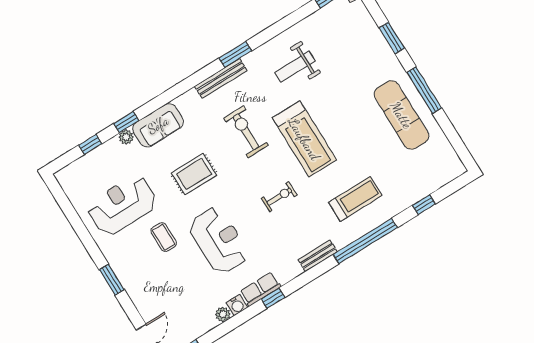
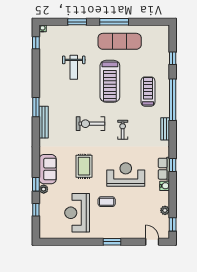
weight bench: (295, 67) -> (74, 67), moved
exercise bike: (246, 132) -> (90, 124), moved
treadmill: (304, 139) -> (110, 81), moved, turned 90
plant: (223, 314) -> (165, 210), moved

